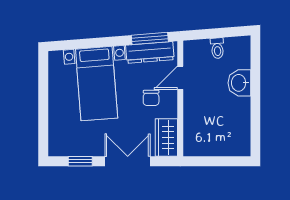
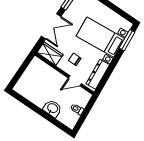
window: (150, 38) -> (127, 40), moved
door: (180, 78) -> (75, 81), swing flipped

